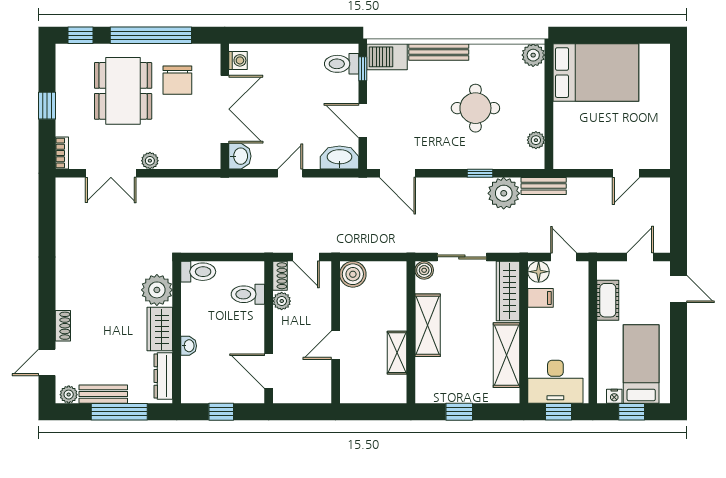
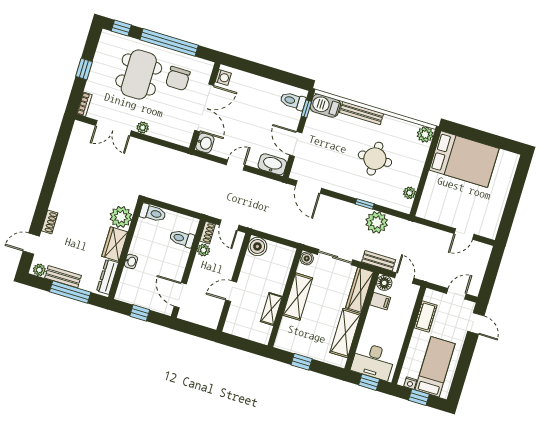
bench: (544, 186) -> (379, 261), moved

